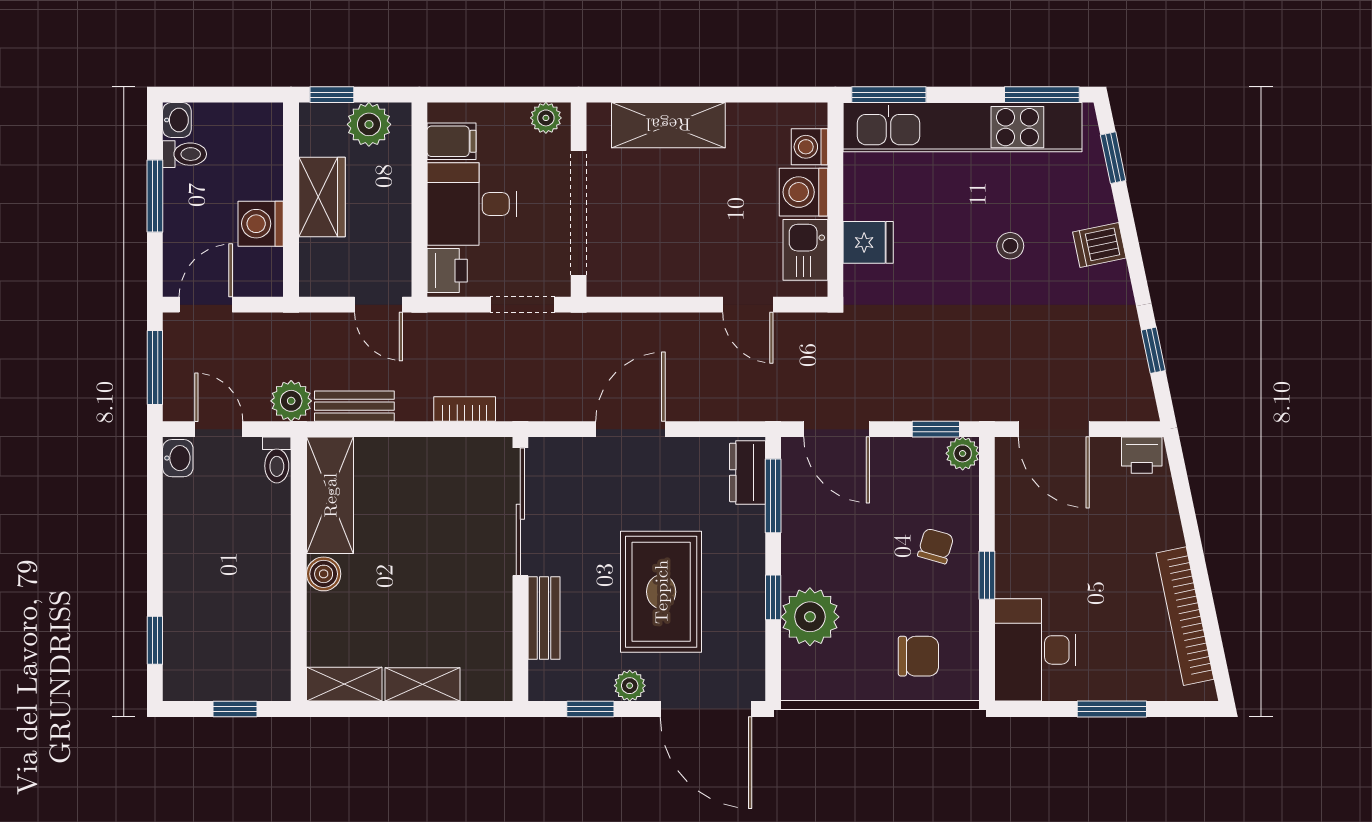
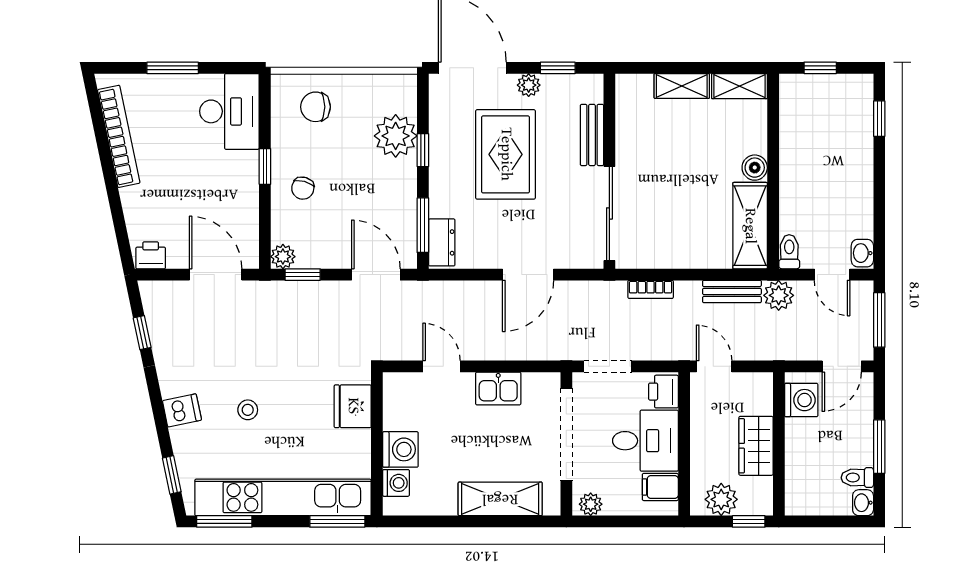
washing machine: (261, 224) -> (801, 400), moved
fridge: (868, 242) -> (353, 406), width x1.38
kitchen sink: (805, 250) -> (498, 388), moved, turned 90

